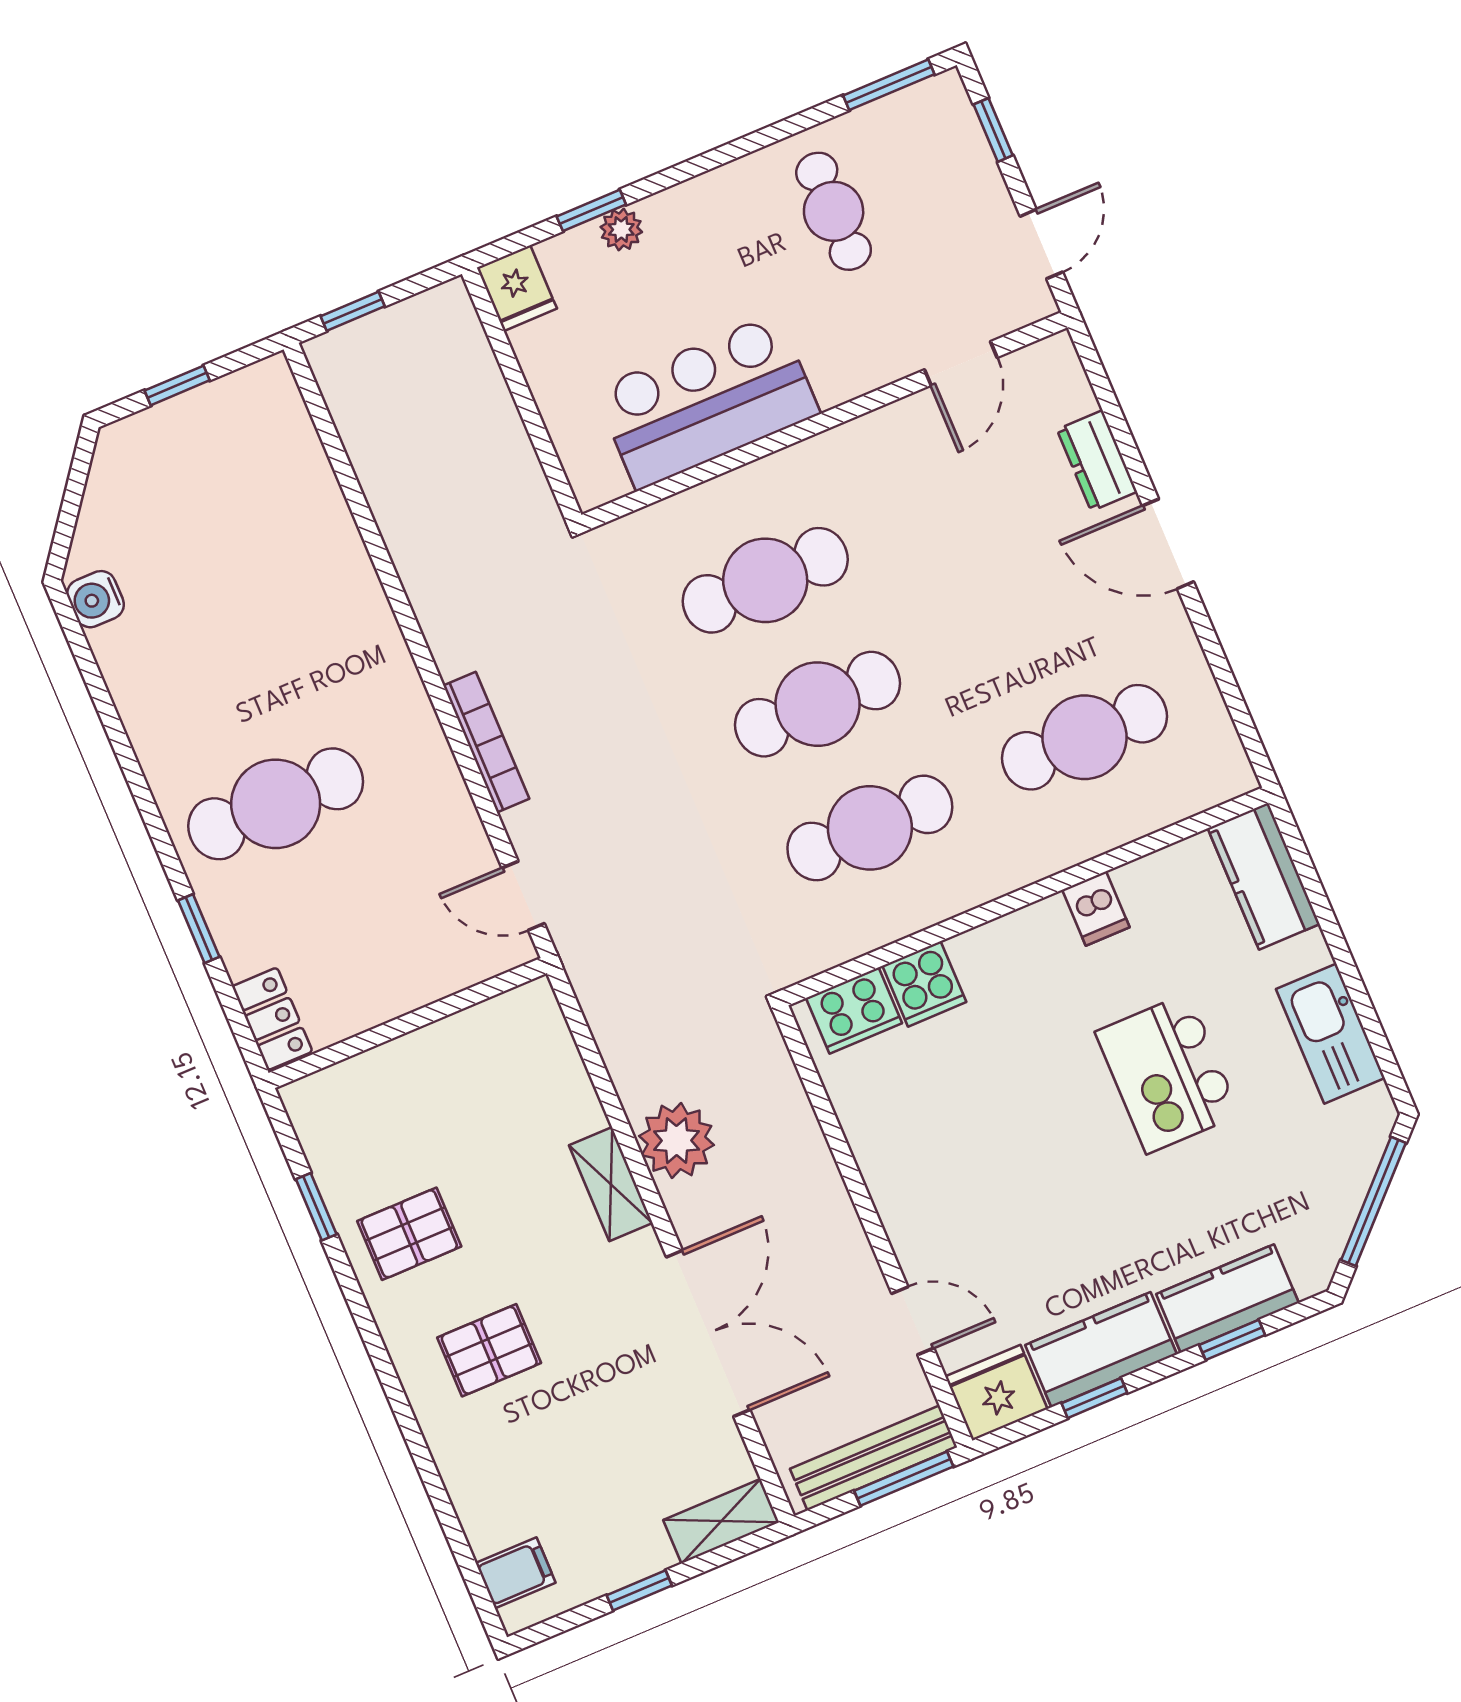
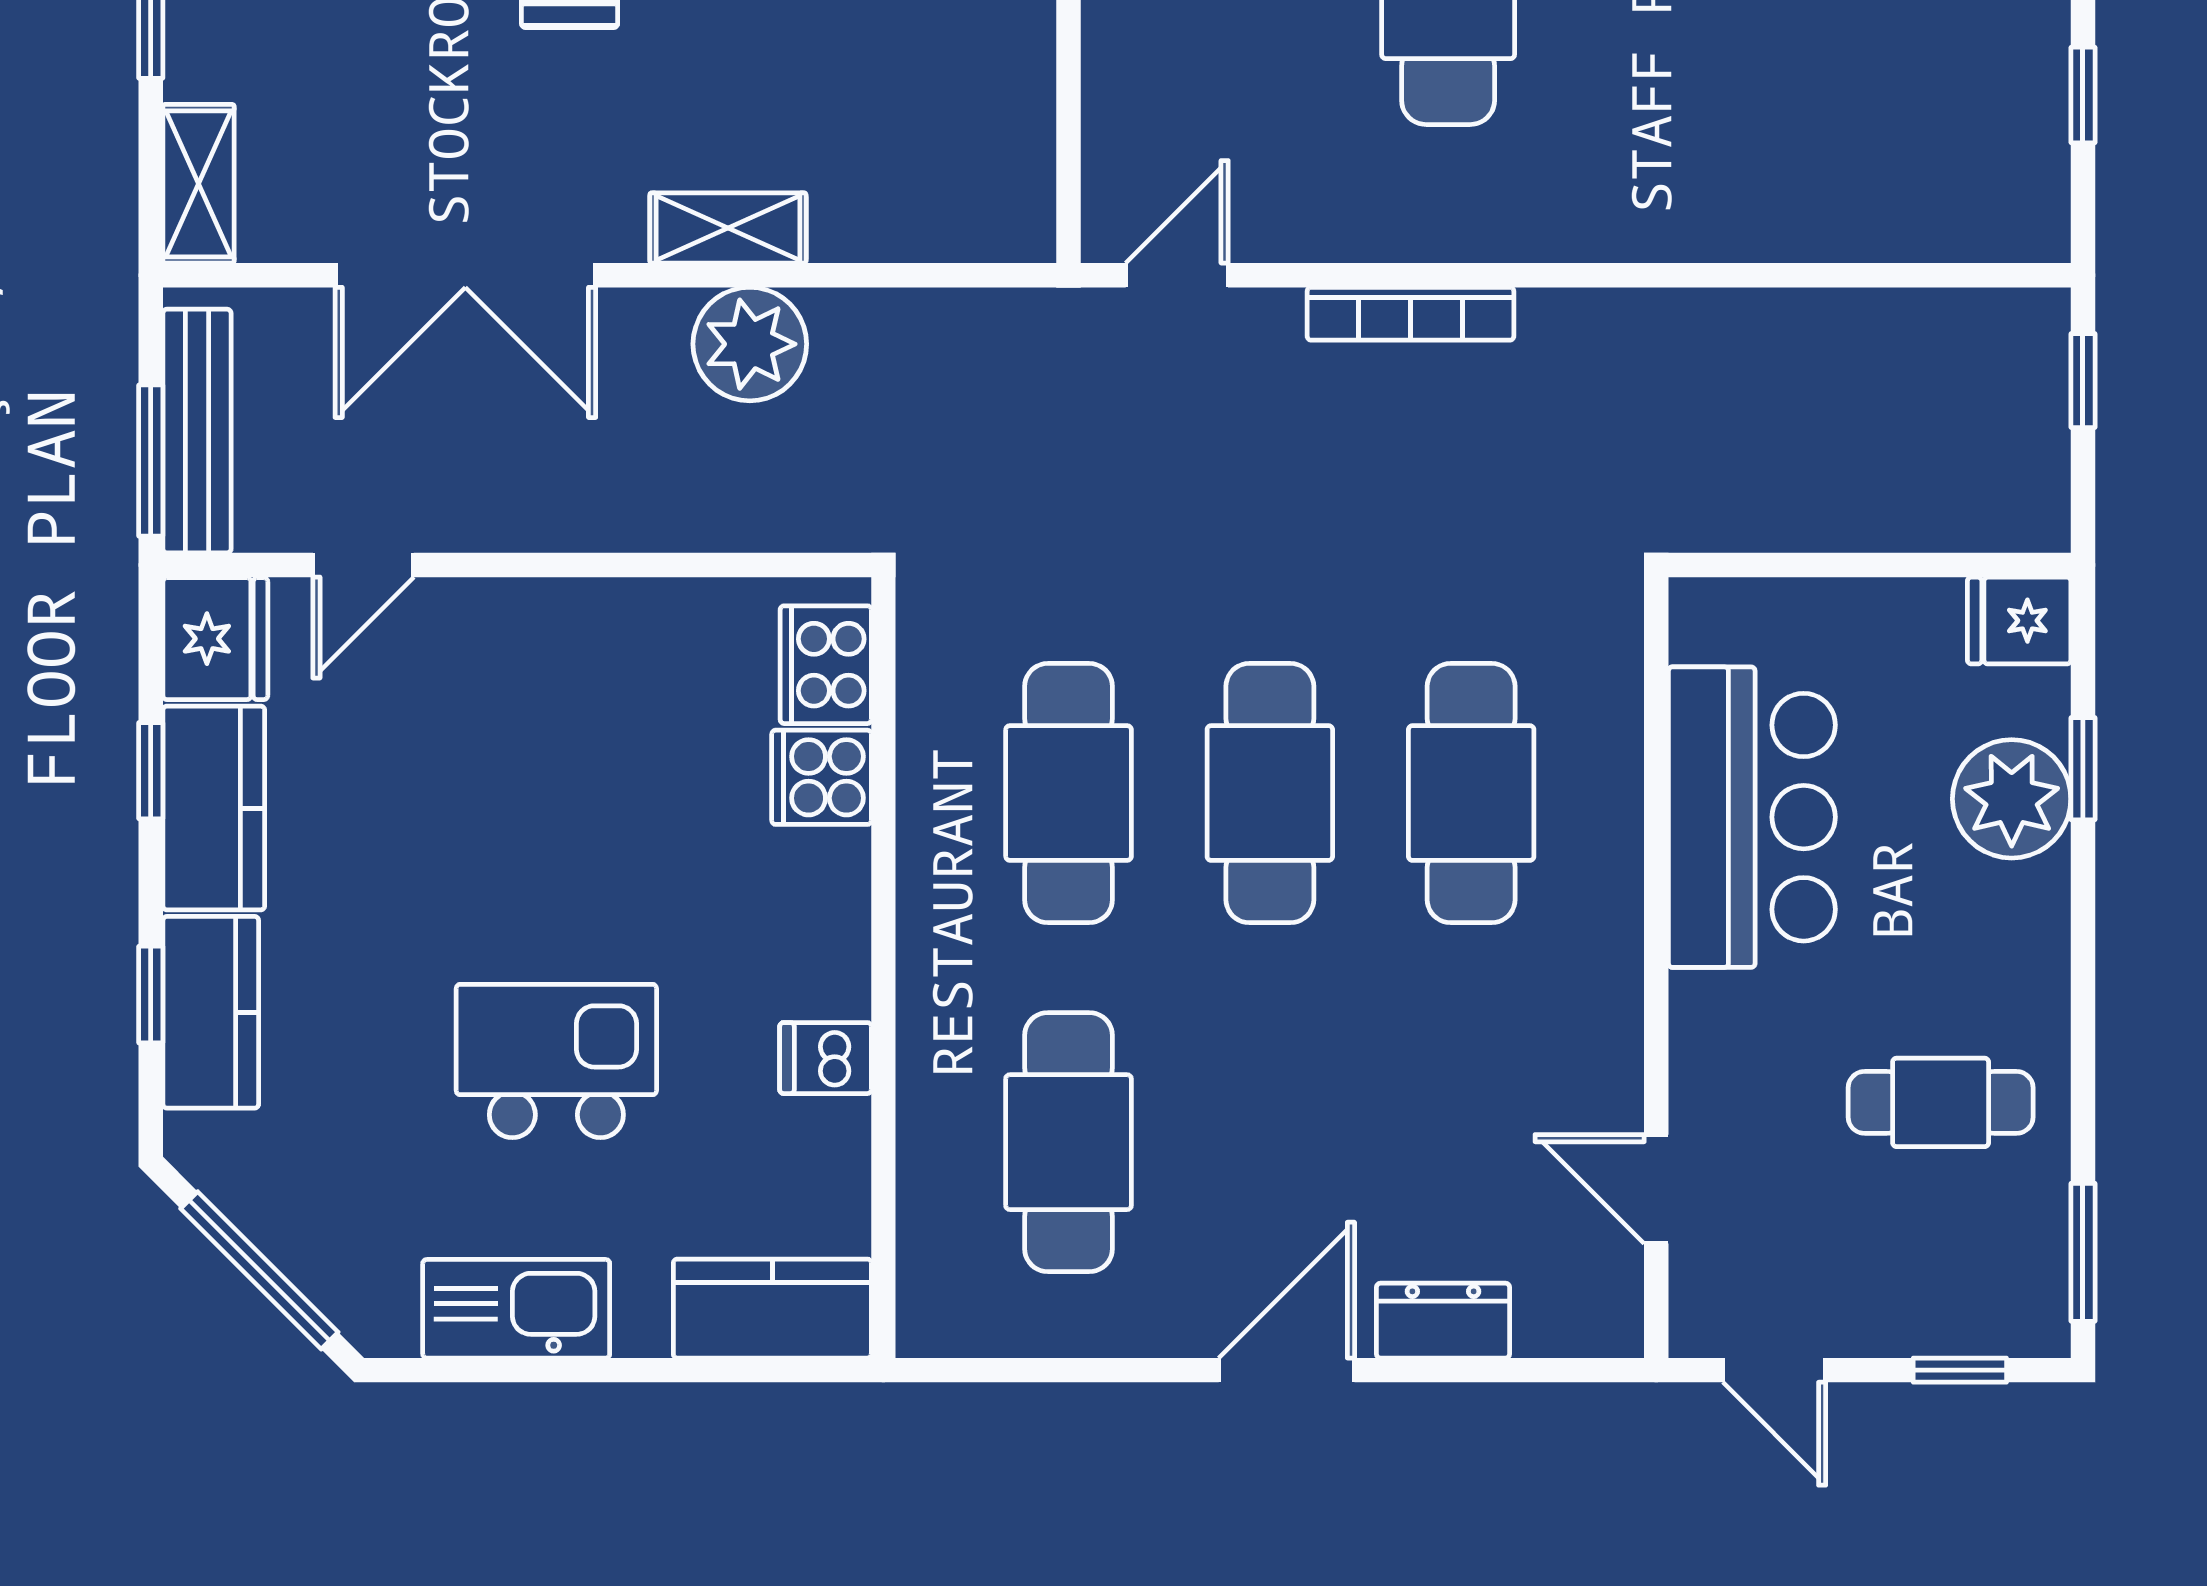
plant: (621, 229) -> (2012, 799), width x1.88, depth x1.88

